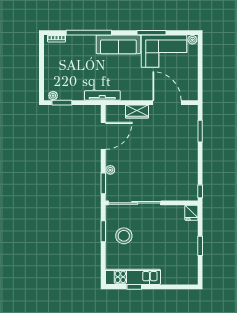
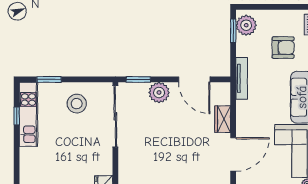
armchair: (76, 60) -> (283, 48), added
plant: (53, 96) -> (246, 25), width x1.88, depth x1.88
plant: (110, 170) -> (159, 93), width x1.88, depth x1.88
window: (103, 231) -> (49, 79), moved

